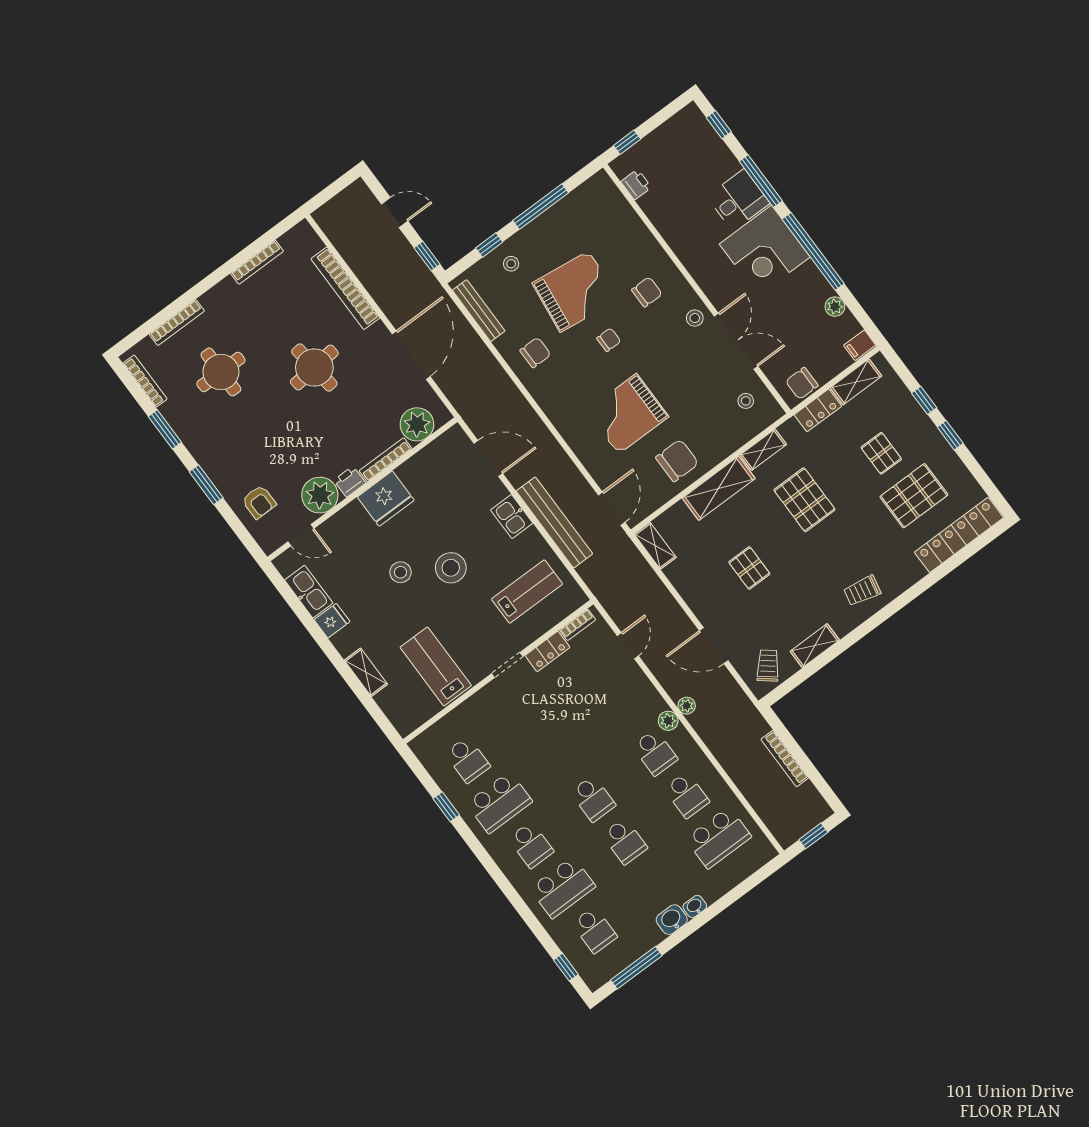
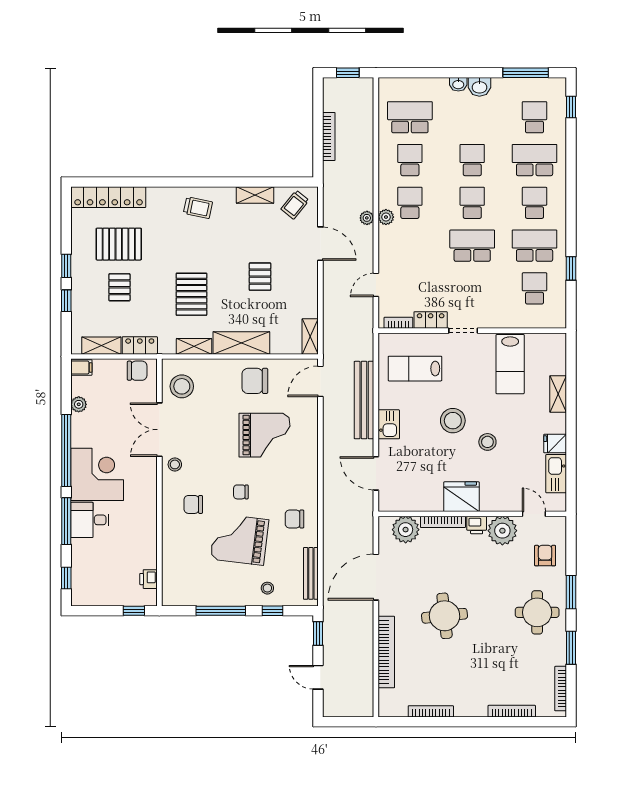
round table: (221, 372) -> (537, 612), moved
stool: (746, 401) -> (182, 386), width x1.89, depth x1.89
school desk: (561, 756) -> (472, 246), added

